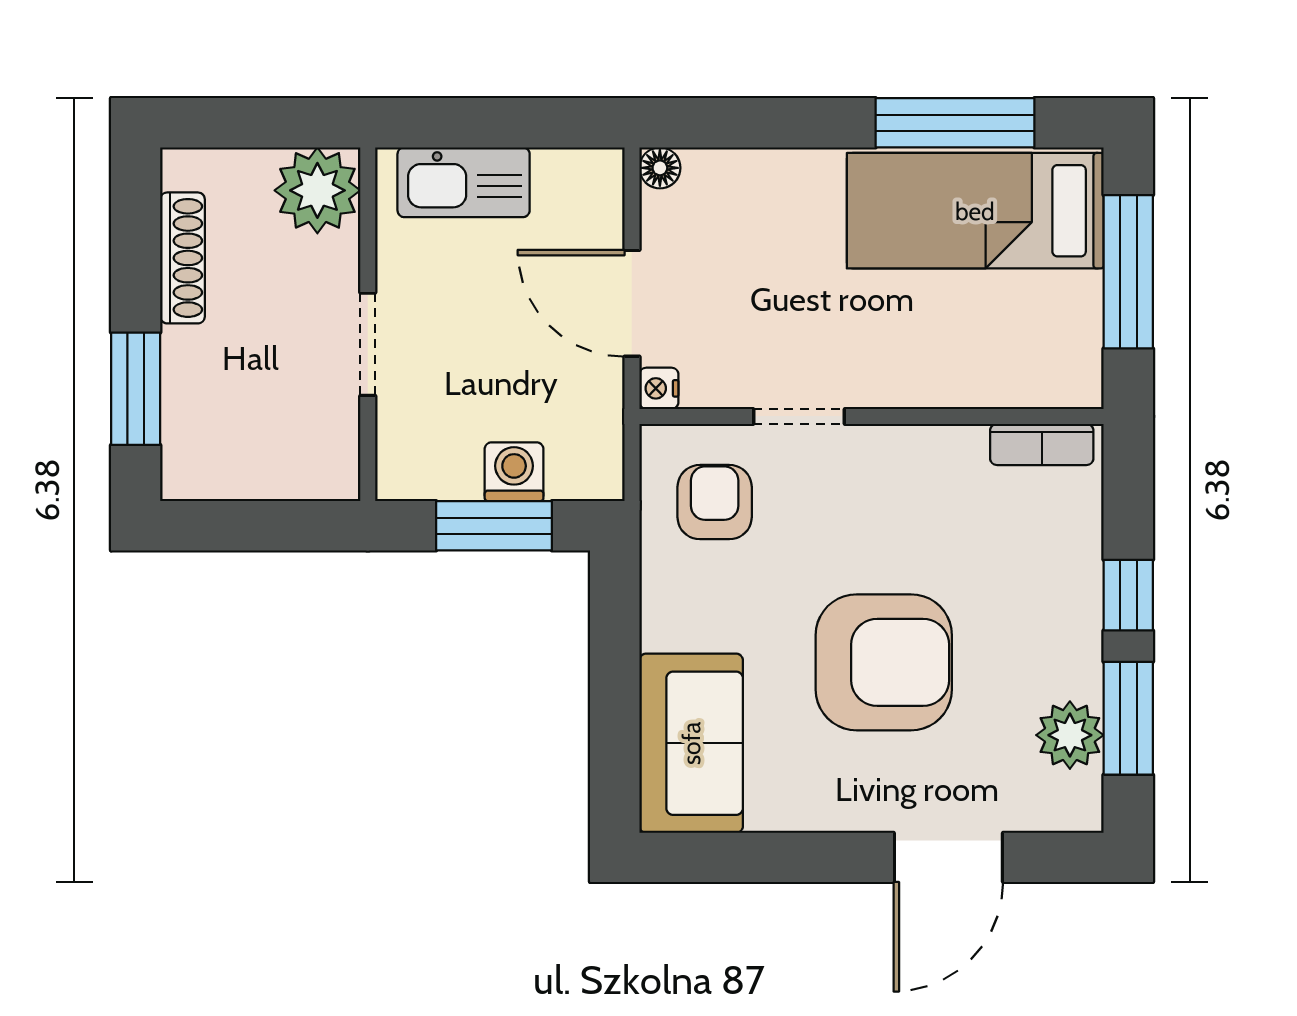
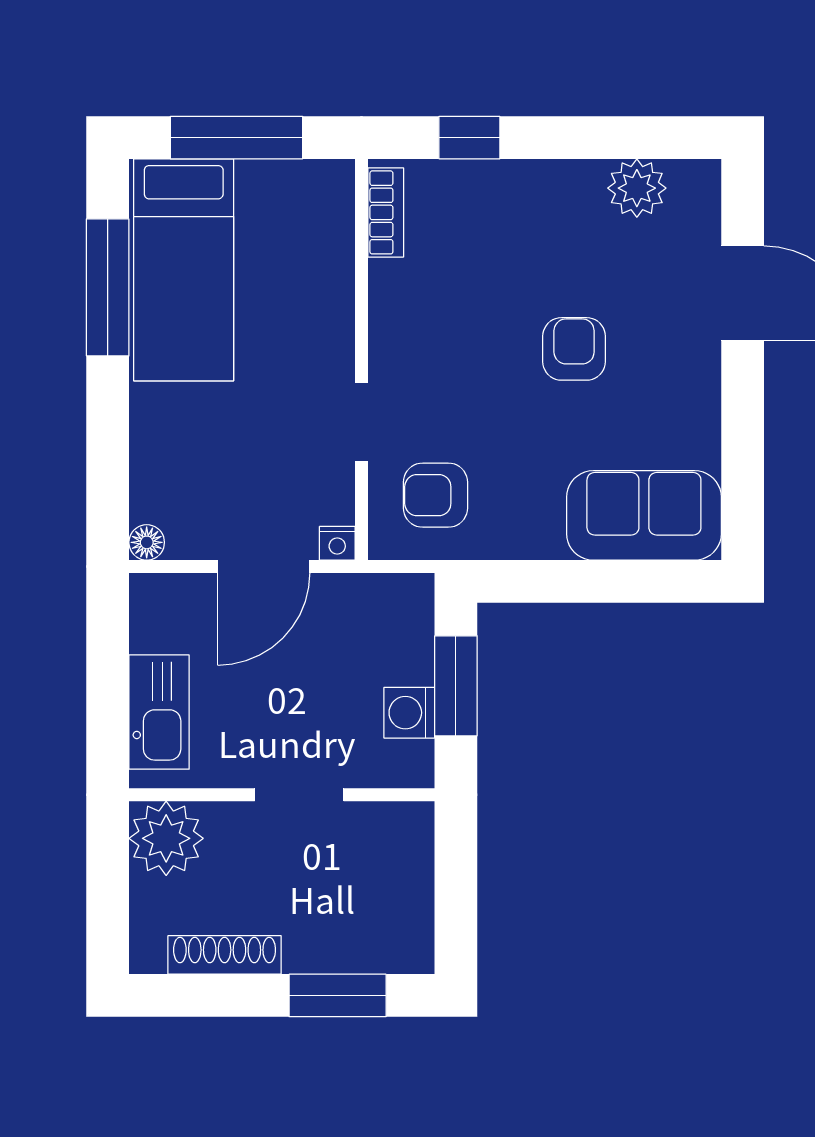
washing machine: (514, 472) -> (409, 713), moved
window: (1128, 595) -> (469, 138), moved
armchair: (884, 662) -> (574, 349), width x0.53, depth x0.53
window: (1128, 718) -> (622, 138), removed

